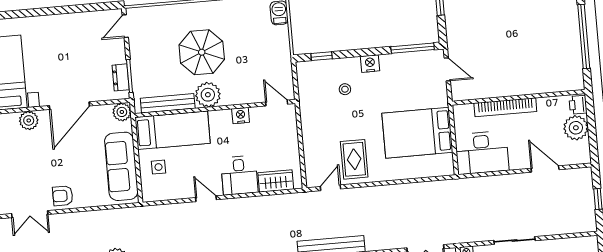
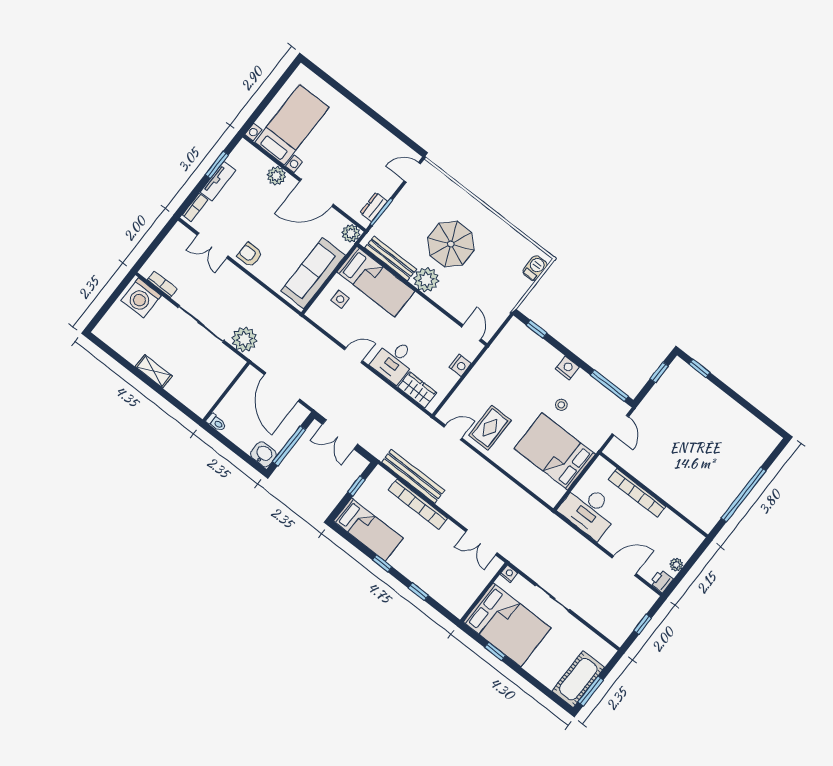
stool: (345, 89) -> (561, 405), moved
printer: (578, 105) -> (661, 581), moved
nightstand: (241, 116) -> (460, 365), moved, turned 90
plant: (576, 128) -> (676, 565), width x0.53, depth x0.53
door: (545, 169) -> (624, 566), hinge flipped
door: (206, 199) -> (354, 355), hinge flipped

